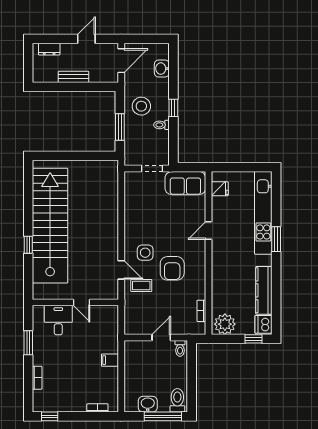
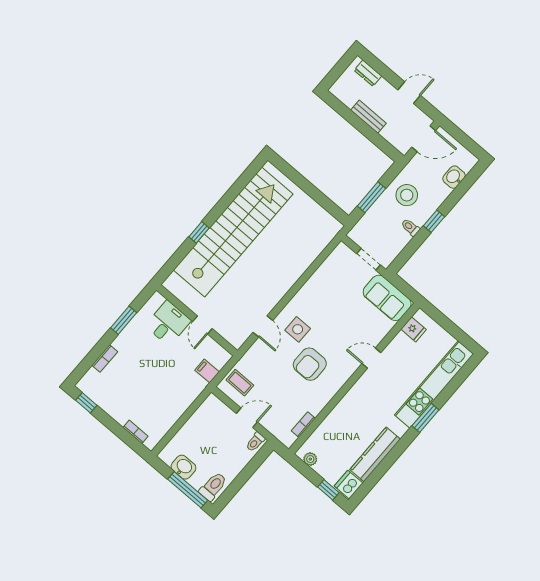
coffee table: (141, 285) -> (240, 383), moved
plant: (225, 324) -> (310, 459), width x0.53, depth x0.53
filing cabinet: (110, 360) -> (207, 371), moved

